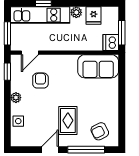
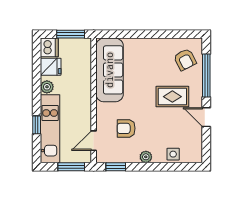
dishwasher: (111, 42) -> (49, 47), moved, turned -90
door: (30, 53) -> (94, 141), swing flipped
sofa: (98, 66) -> (110, 70), width x1.36

